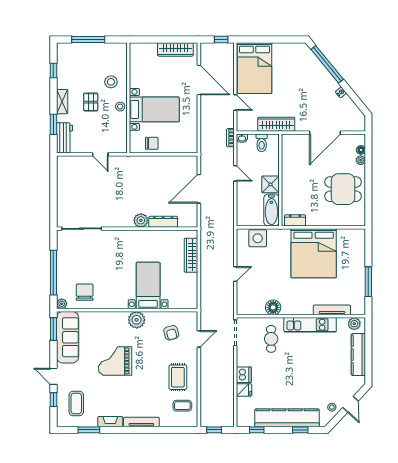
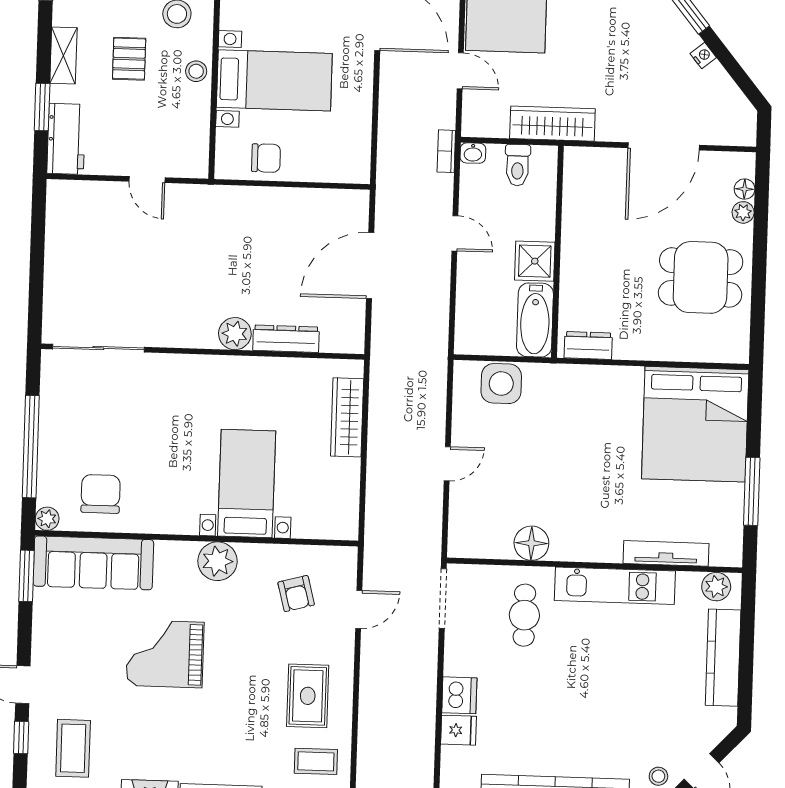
bed: (314, 253) -> (695, 424), moved
sofa: (68, 337) -> (93, 563), moved, turned 90

